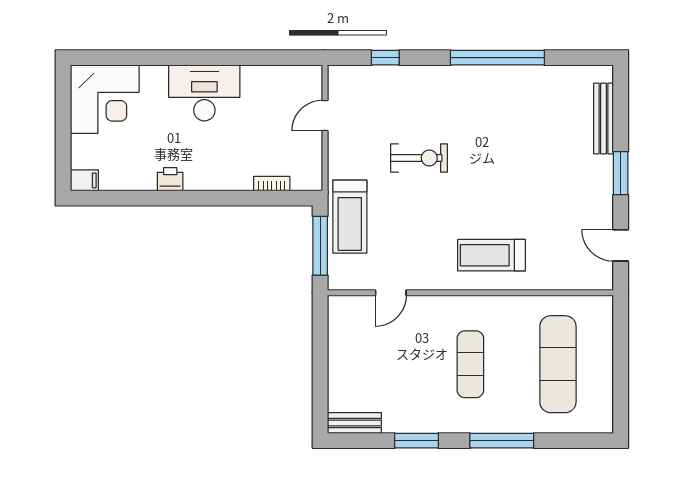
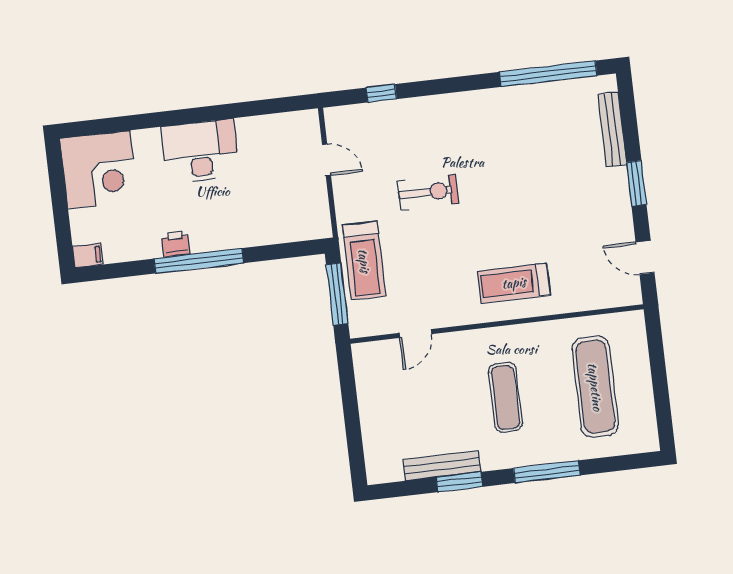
window: (497, 58) -> (548, 74), moved
door: (325, 116) -> (327, 160), swing flipped
bookcase: (272, 184) -> (280, 236), removed
window: (191, 198) -> (199, 261), added
bench: (354, 423) -> (442, 466), moved, width x1.36

